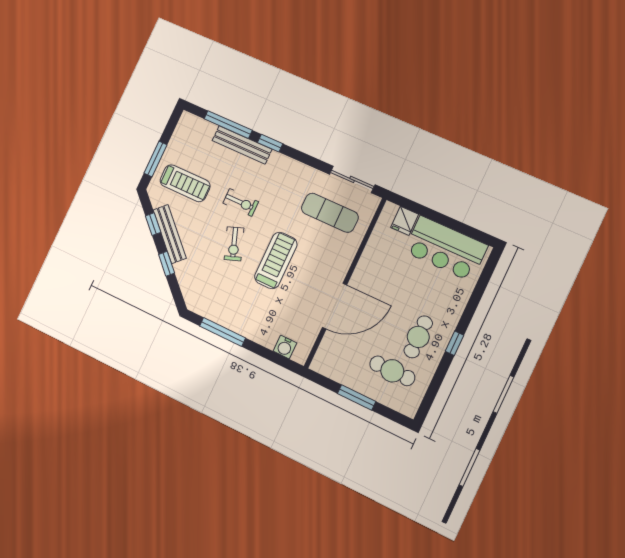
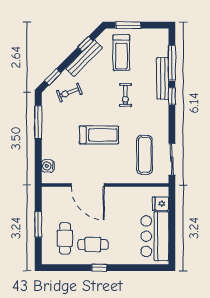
exercise bike: (234, 244) -> (69, 92), moved
window: (167, 264) -> (53, 77), moved

